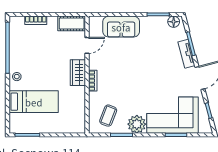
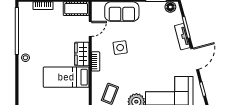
side table: (119, 66) -> (120, 48), added
bed: (34, 102) -> (66, 77), moved, turned 180

